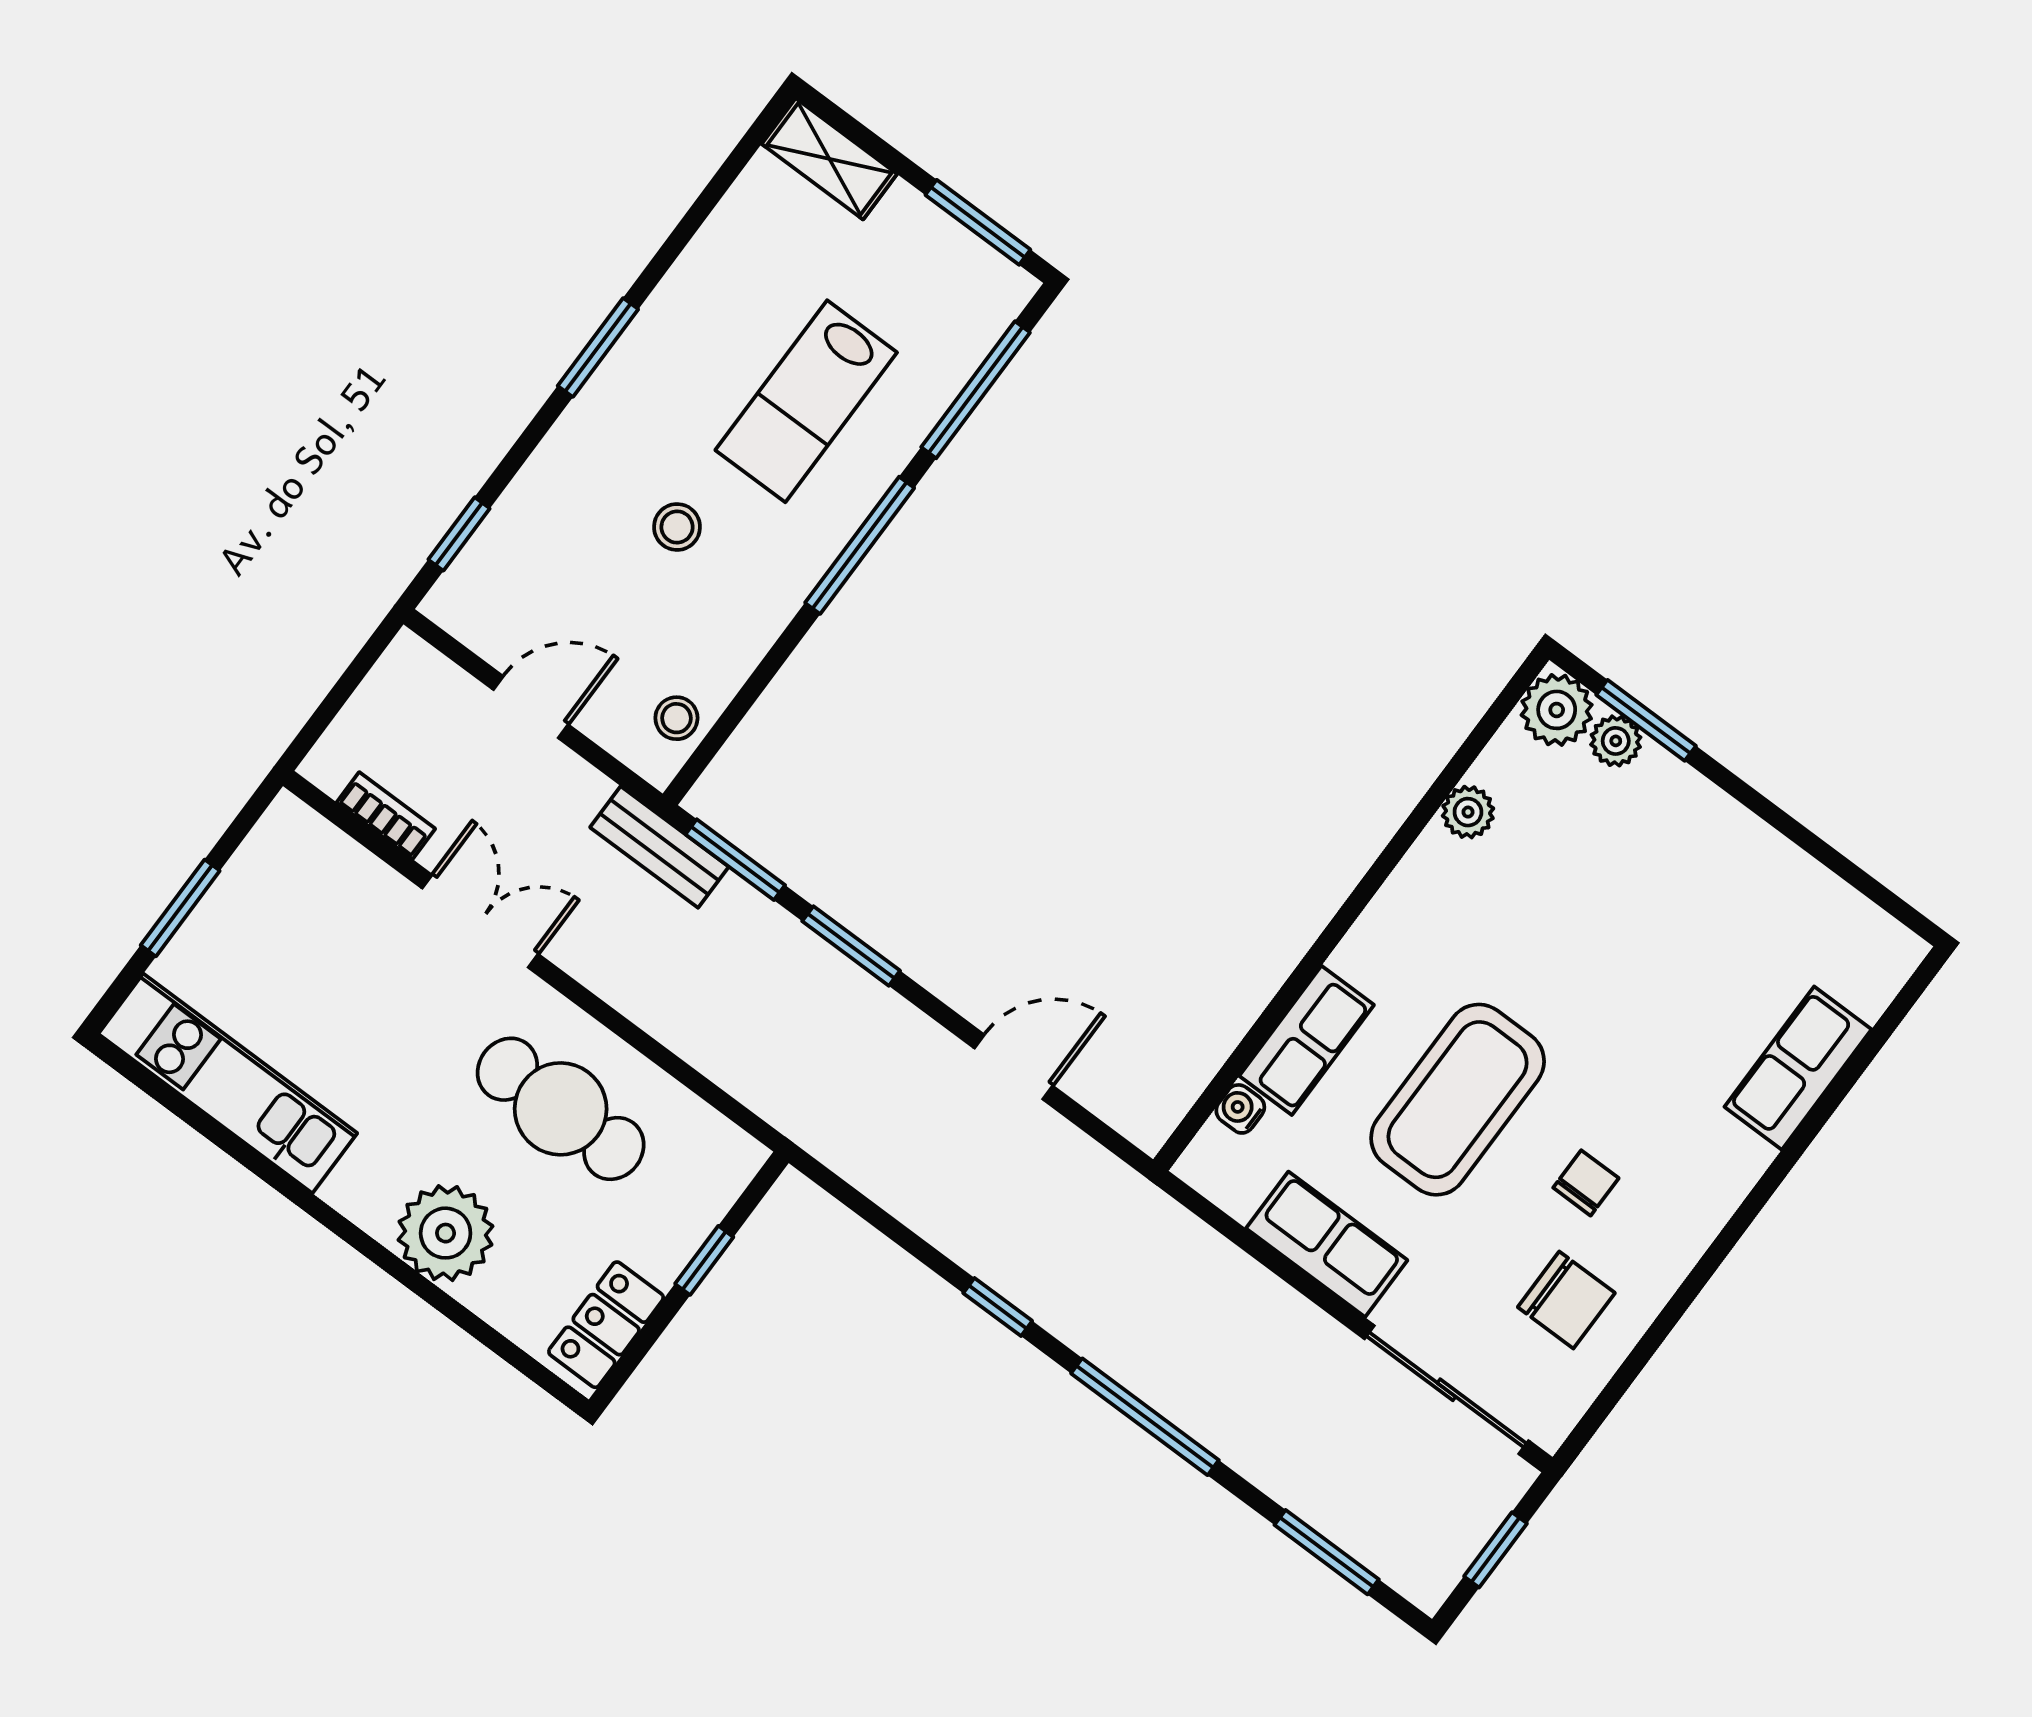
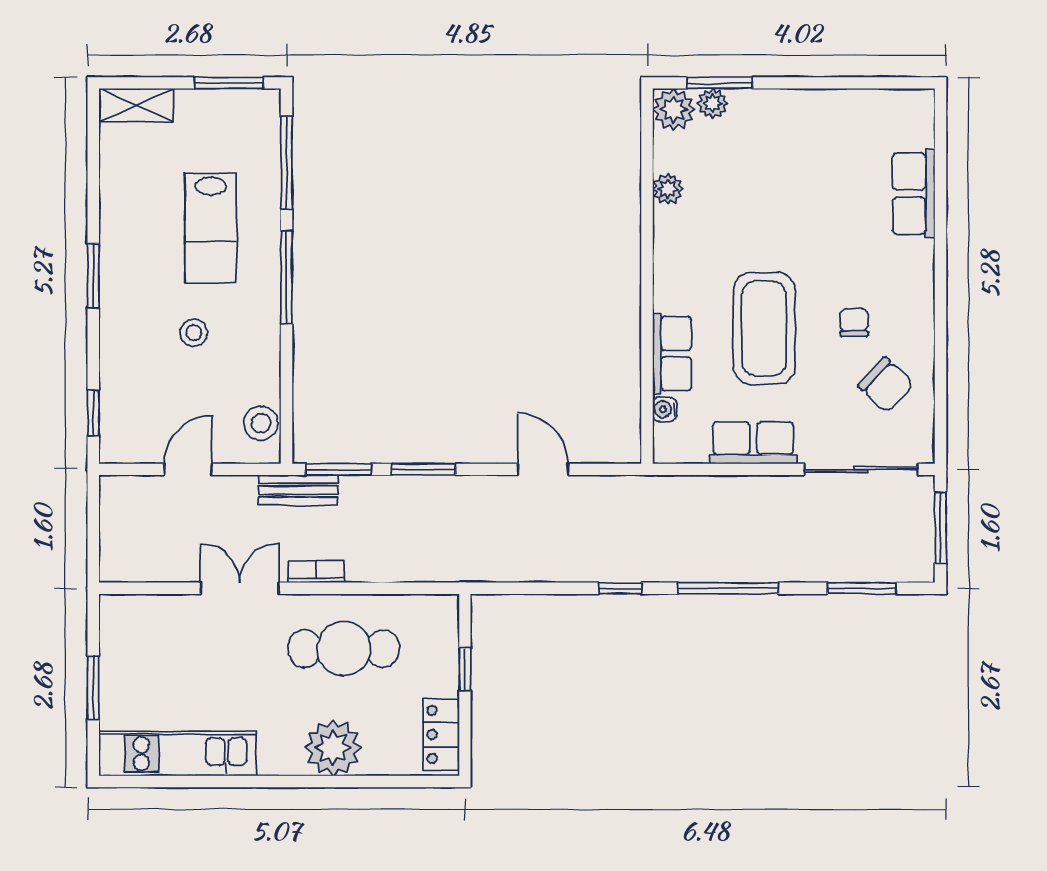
stool: (676, 718) -> (261, 423), width x1.37, depth x1.37
bookcase: (386, 816) -> (316, 572), moved
door: (1014, 1067) -> (543, 469), hinge flipped
chair: (1566, 1300) -> (886, 385), turned 43
window: (1495, 1550) -> (941, 528), width x1.50

